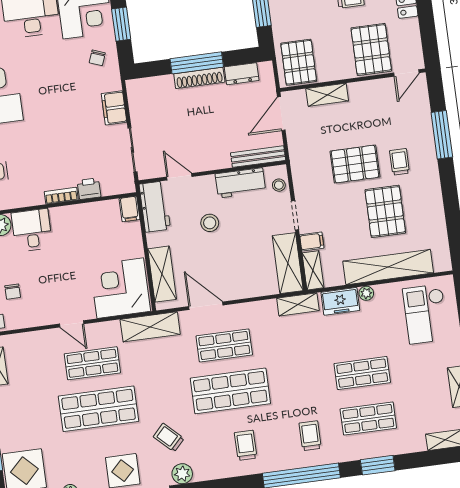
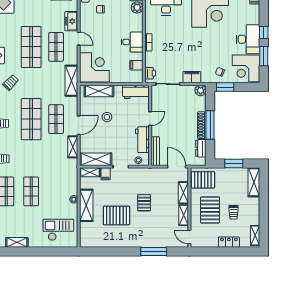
window: (121, 24) -> (225, 87), moved
pallet: (371, 49) -> (210, 210), moved, turned 90
plant: (136, 89) -> (201, 90), added
shelving: (368, 89) -> (184, 215), added
trolley: (400, 162) -> (142, 227), removed
pallet: (355, 164) -> (144, 203), width x0.67, depth x0.71
door: (179, 177) -> (150, 119), moved
printer: (89, 189) -> (150, 73), moved
filing cabinet: (129, 209) -> (136, 65), moved
stool: (210, 223) -> (107, 117), moved
desk: (32, 230) -> (132, 42), moved
shelving: (388, 267) -> (86, 205), width x0.68
freezer: (340, 301) -> (71, 21), moved
shelving: (298, 304) -> (73, 147), moved
door: (206, 306) -> (79, 125), moved
door: (72, 324) -> (79, 39), swing flipped

